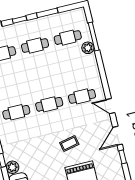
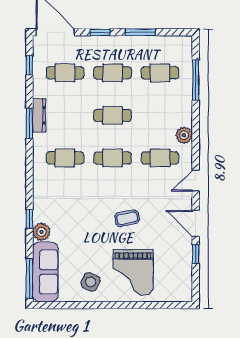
plant: (88, 48) -> (184, 135), moved
cafe table: (42, 75) -> (113, 115), added
door: (110, 106) -> (196, 181), hinge flipped
door: (118, 136) -> (196, 223), hinge flipped

